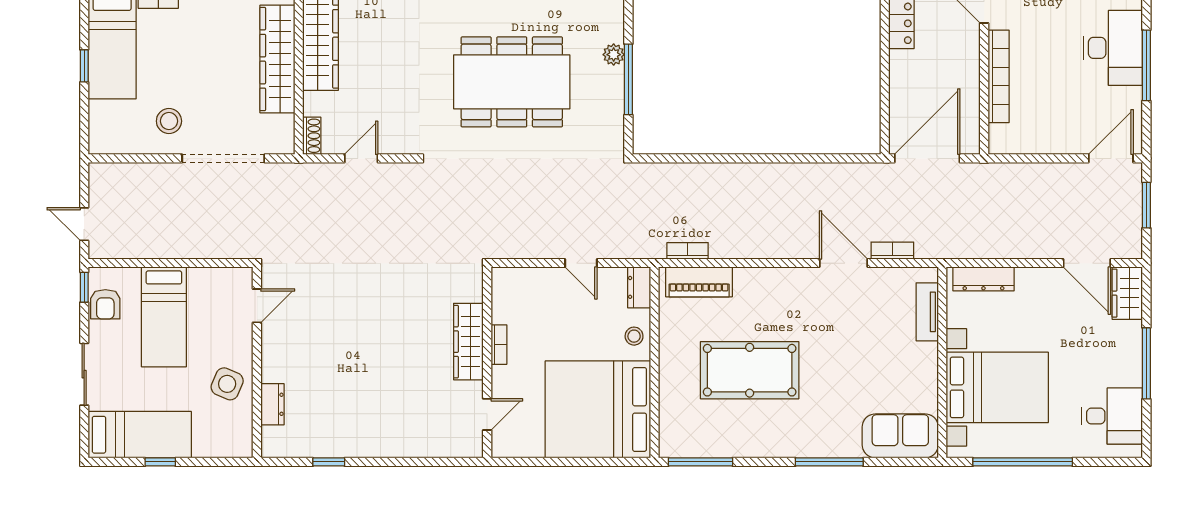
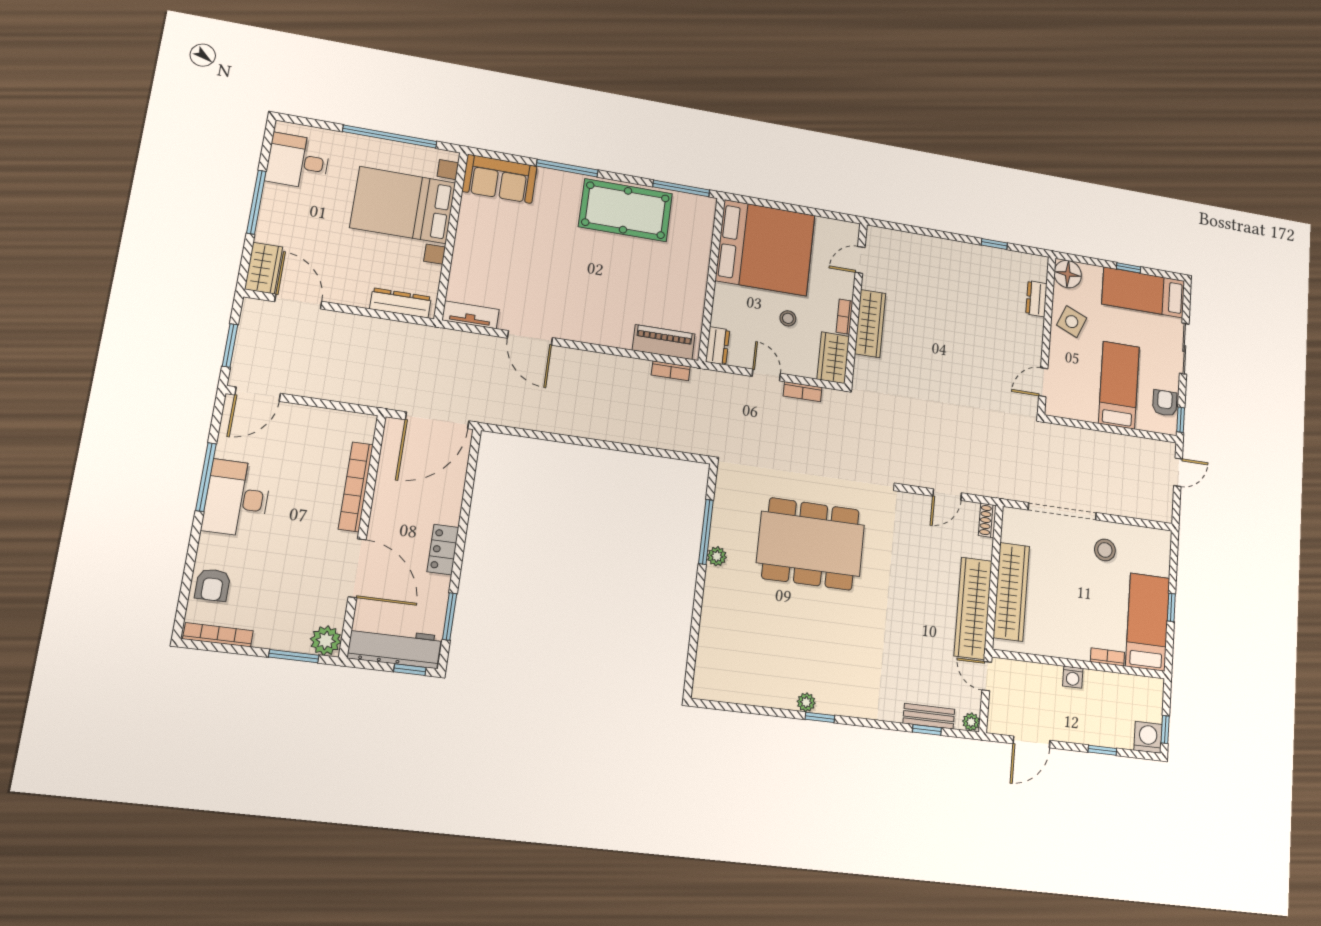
door: (84, 224) -> (1178, 472), hinge flipped
bookcase: (892, 251) -> (803, 392), moved
wardrobe: (507, 295) -> (833, 358), added
tv unit: (927, 312) -> (471, 315), moved, turned -90
stool: (634, 336) -> (788, 318), moved
pool table: (750, 370) -> (626, 210), moved
floor lamp: (236, 441) -> (1068, 274), added

